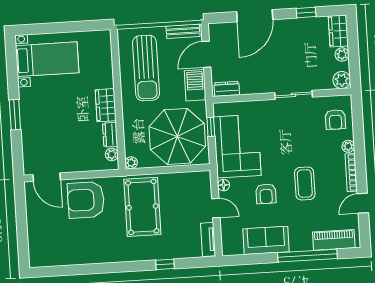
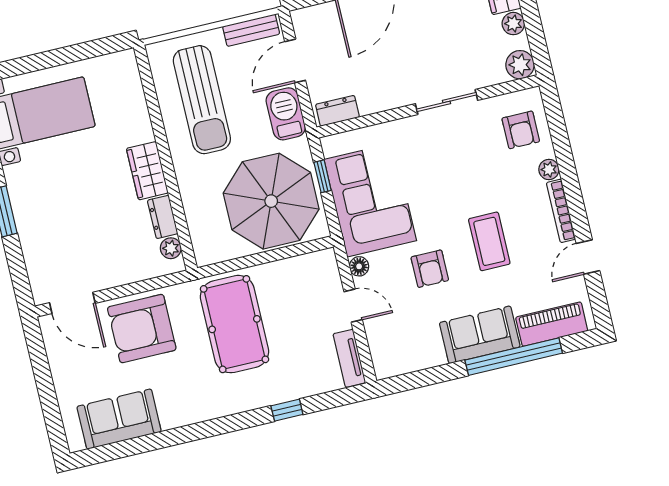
plant: (131, 163) -> (204, 256), removed
sofa: (266, 240) -> (480, 335), moved
sofa: (63, 252) -> (119, 419), added

